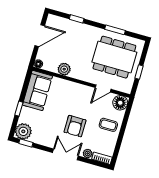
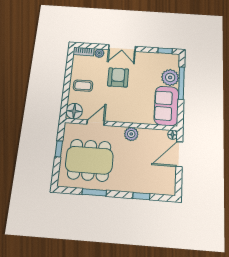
door: (40, 36) -> (179, 154), moved
plant: (64, 69) -> (131, 134), moved
window: (19, 109) -> (181, 83), width x2.17
plant: (23, 131) -> (170, 77), moved

